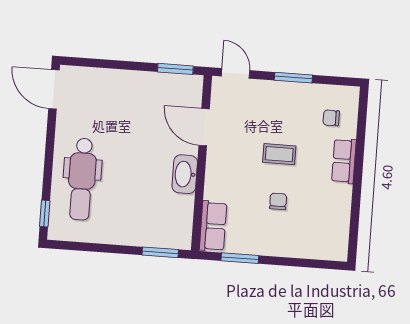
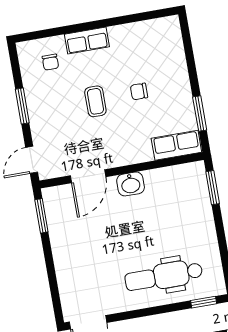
washbasin: (185, 174) -> (131, 184), width x0.72
dental chair: (82, 179) -> (164, 276), turned 180

